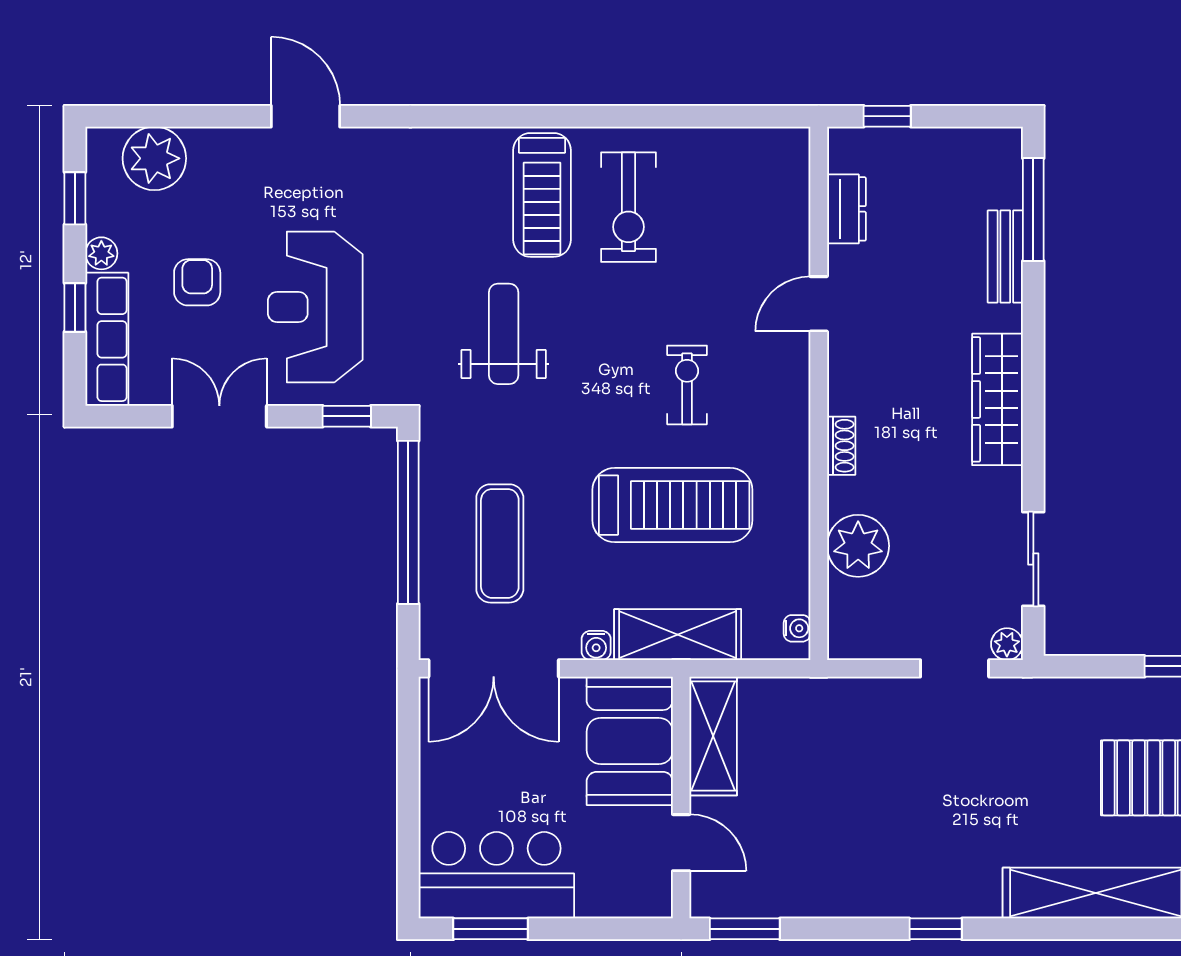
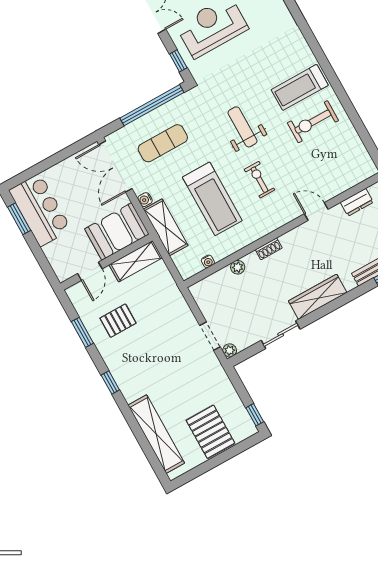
weight bench: (504, 334) -> (243, 127), moved, turned -90
exercise bike: (687, 385) -> (259, 180), turned -90
plant: (858, 546) -> (238, 267), width x0.53, depth x0.53
sliding door: (1033, 559) -> (281, 335), moved
water cooler: (797, 628) -> (208, 261), moved
pallet: (816, 841) -> (118, 321), added
window: (745, 929) -> (82, 332), moved

